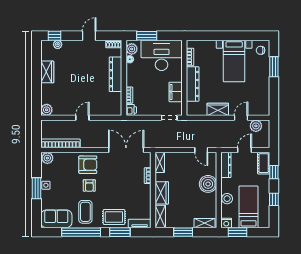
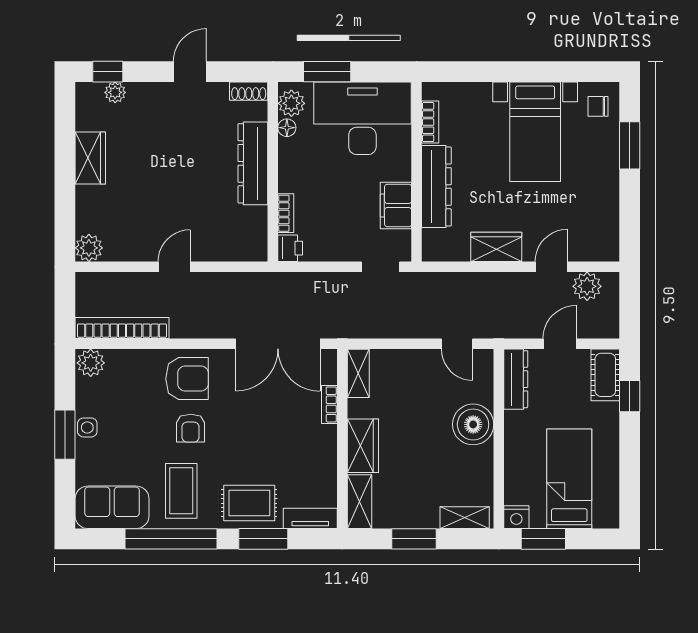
double door: (126, 150) -> (278, 344), swing flipped
stool: (227, 199) -> (518, 459), removed
window: (274, 199) -> (630, 461), removed

